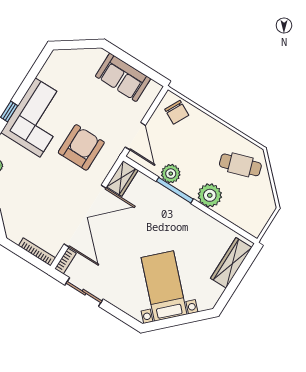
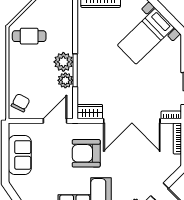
cafe table: (240, 165) -> (29, 36), turned -72
plant: (210, 195) -> (63, 62), moved
double door: (85, 216) -> (132, 121), swing flipped

